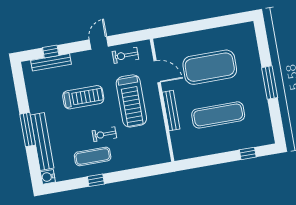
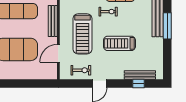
door: (157, 72) -> (58, 53), hinge flipped
treadmill: (131, 101) -> (83, 34), turned 180

